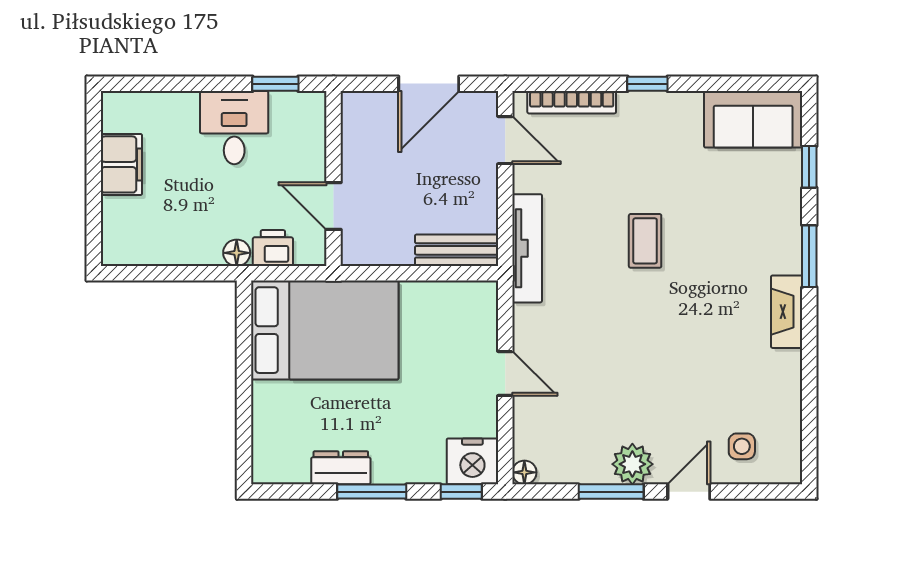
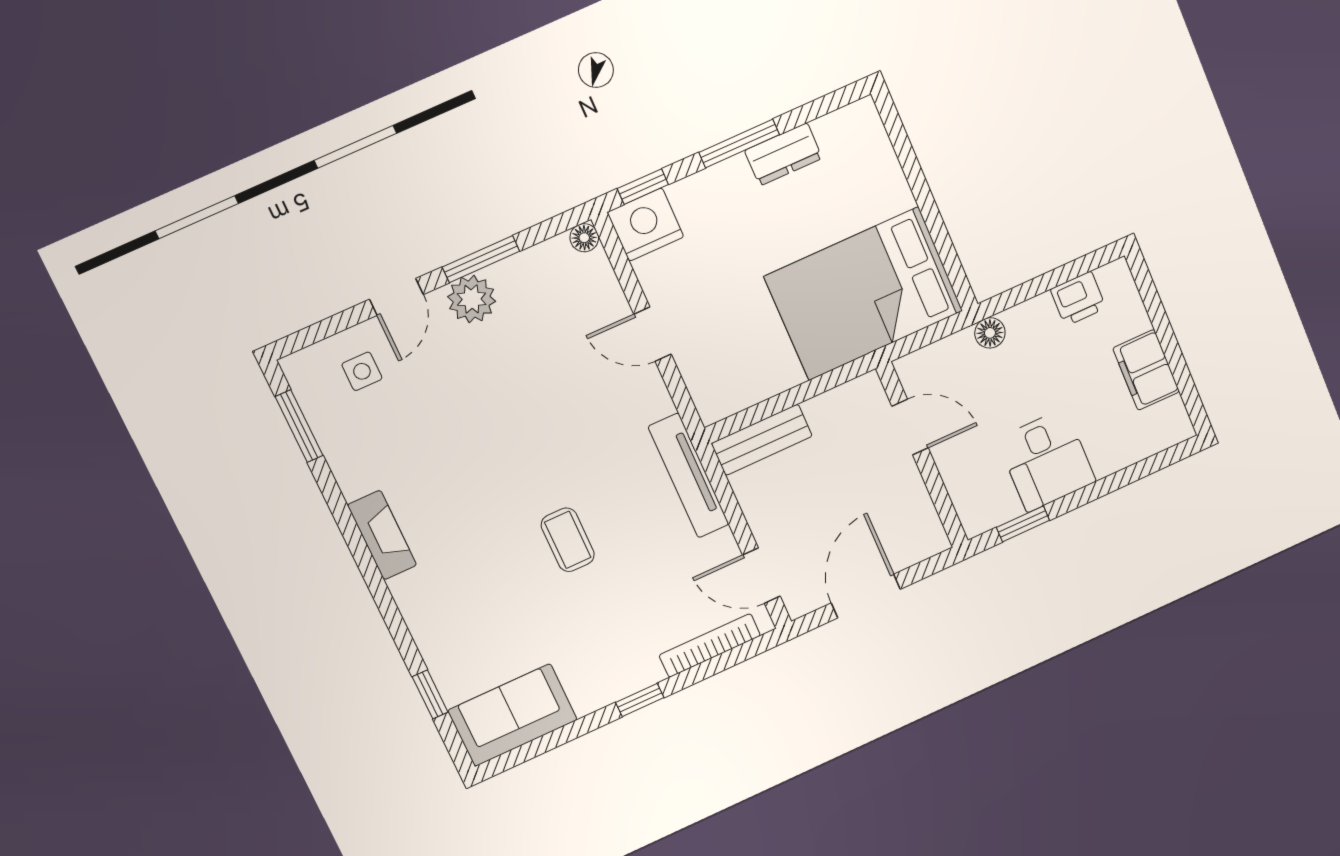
printer: (273, 248) -> (1078, 299), moved
window: (809, 256) -> (299, 426), moved

